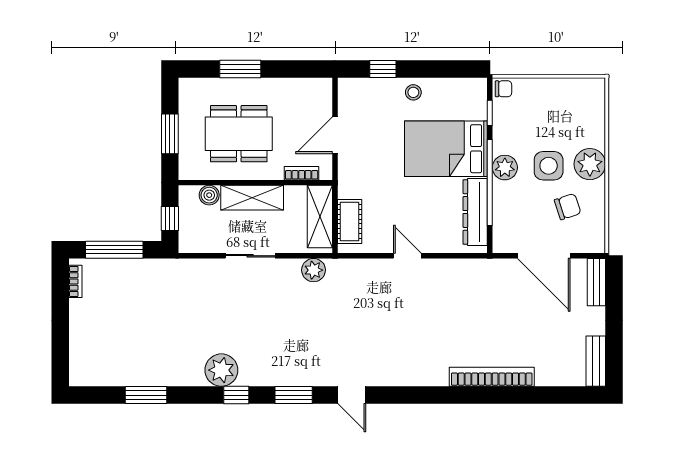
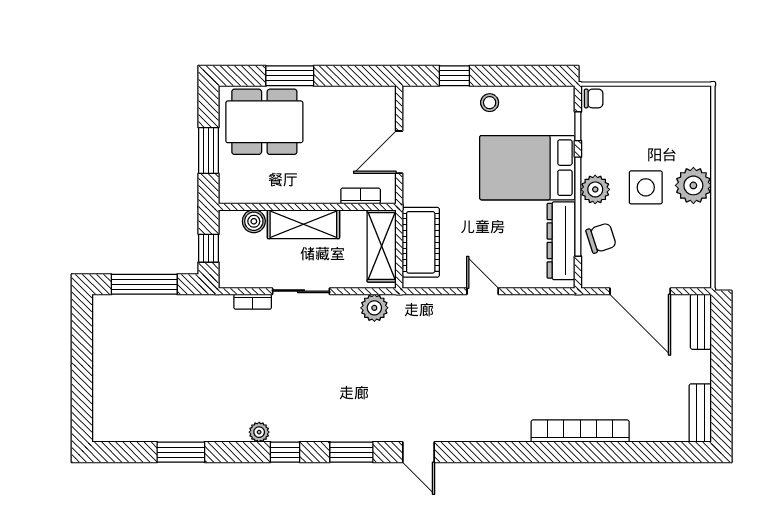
dining table: (239, 134) -> (264, 122), moved
chair: (568, 207) -> (601, 238), moved
cot: (350, 221) -> (421, 242), width x1.37, depth x1.34
bookcase: (75, 281) -> (253, 302), moved, turned 90
plant: (221, 370) -> (259, 432), width x0.53, depth x0.53

